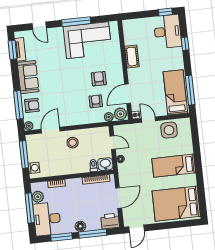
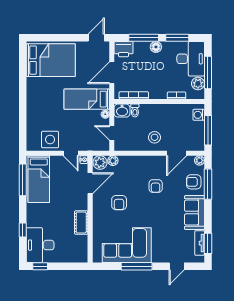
door: (39, 26) -> (177, 266), swing flipped
armchair: (96, 101) -> (156, 186), moved
bed: (174, 166) -> (87, 99), moved, turned 180

